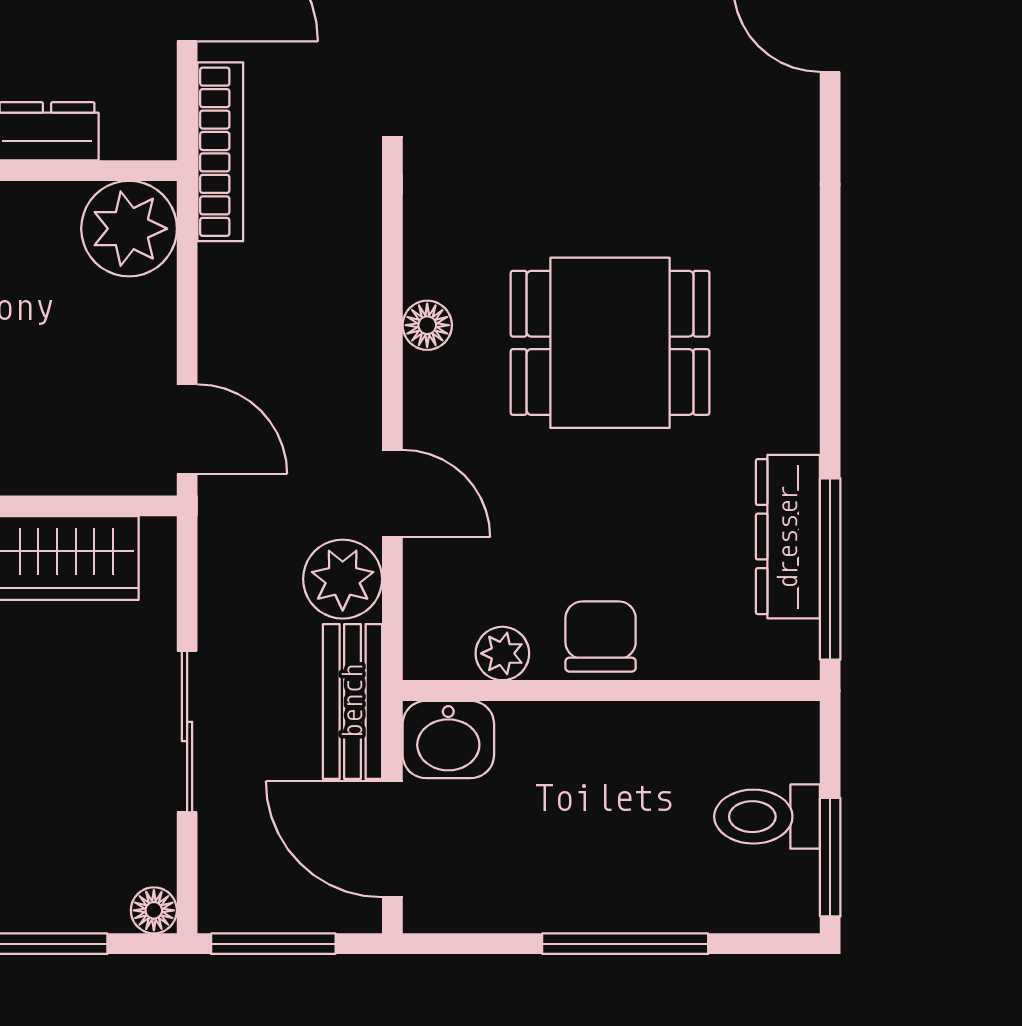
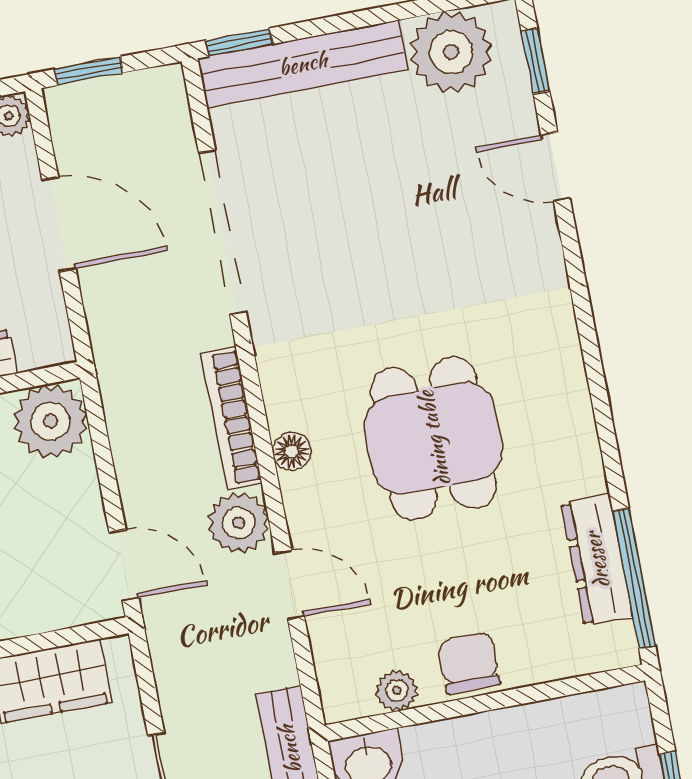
bookcase: (220, 152) -> (232, 418), moved, turned 180
dining table: (610, 343) -> (434, 438), turned 90
plant: (343, 579) -> (239, 523), moved

